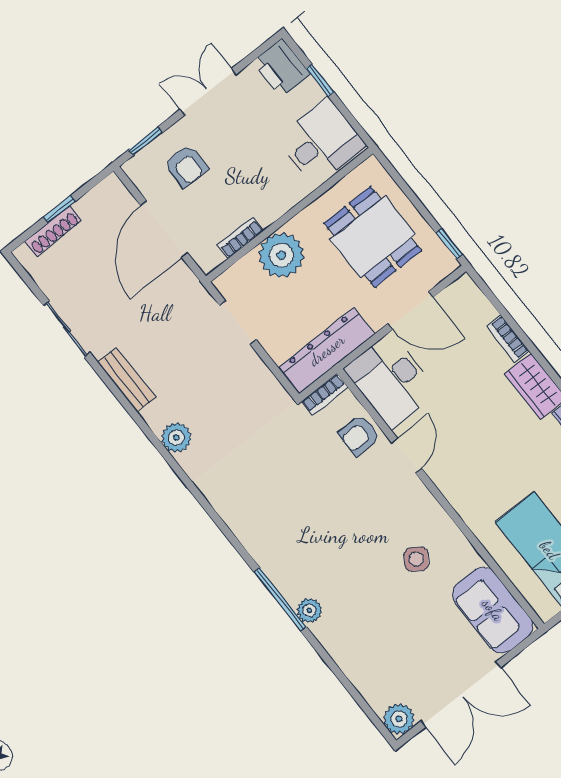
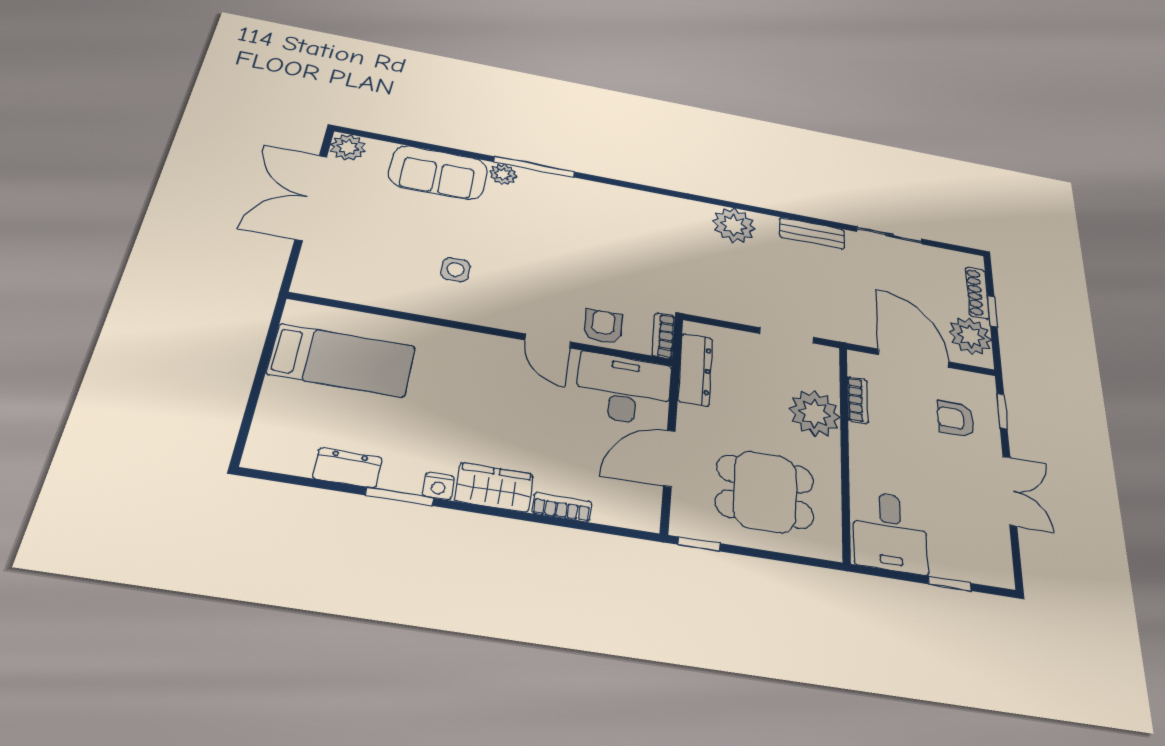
printer: (281, 68) -> (987, 564), removed
plant: (101, 207) -> (970, 336), added
dresser: (327, 350) -> (695, 369), width x0.73, depth x0.80
plant: (176, 438) -> (734, 225), width x1.36, depth x1.36
side table: (416, 559) -> (455, 270), turned -35
sofa: (493, 610) -> (438, 172), moved, turned 180

